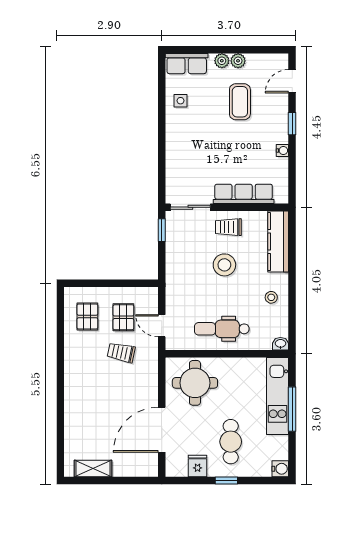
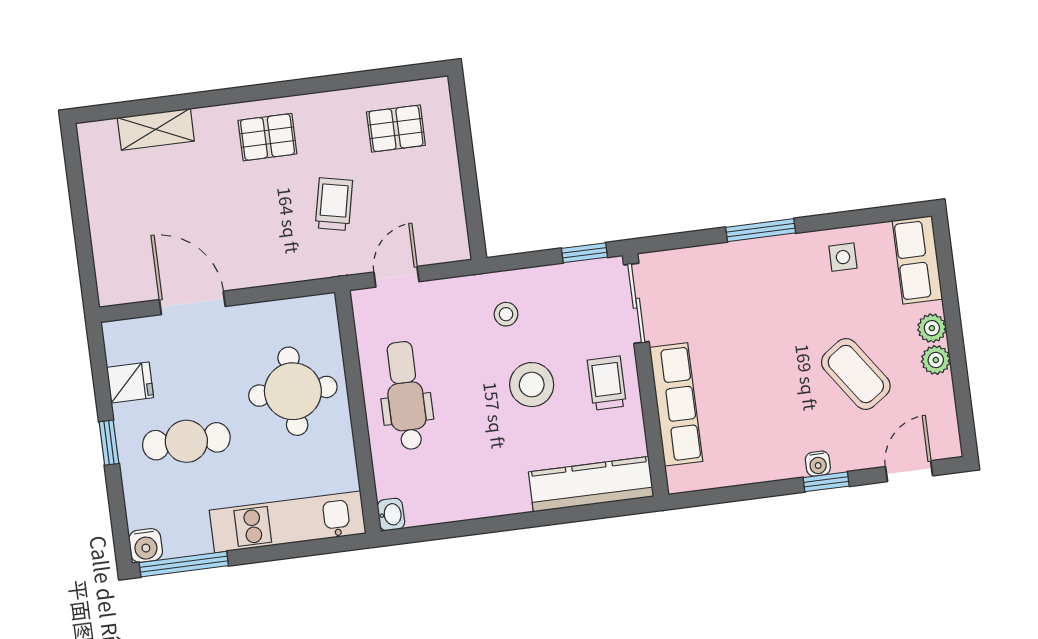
door: (292, 81) -> (909, 471), hinge flipped
coffee table: (240, 102) -> (856, 374), turned 55
window: (162, 140) -> (761, 230), added
water cooler: (282, 150) -> (818, 464), moved
stool: (271, 297) -> (506, 314), moved
pallet: (123, 317) -> (267, 137), moved
round table: (195, 383) -> (293, 391), moved
window: (292, 409) -> (184, 564), moved
door: (162, 430) -> (192, 303), width x0.73
shelving: (93, 469) -> (156, 129), moved, turned 90

